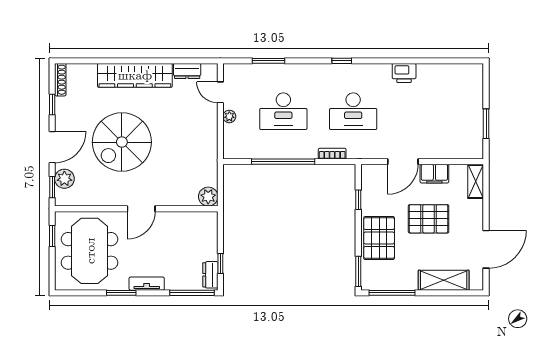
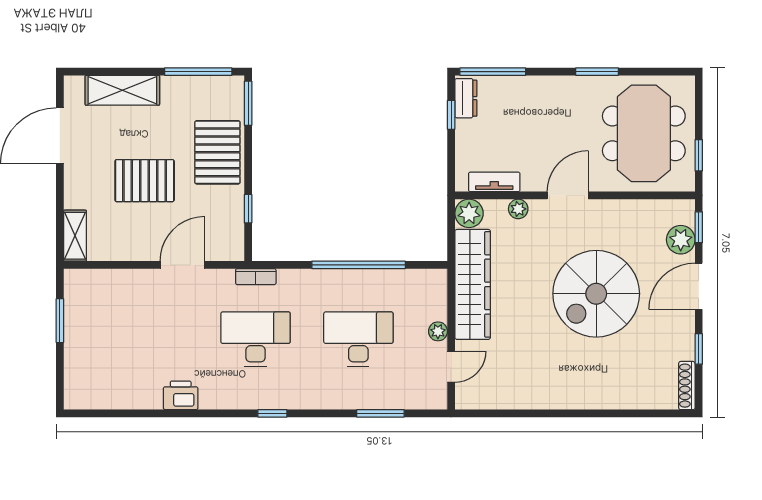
dresser: (187, 71) -> (500, 398), removed
wardrobe: (135, 75) -> (473, 284), moved, turned 90
door: (220, 92) -> (451, 367), hinge flipped
spiral stairs: (122, 142) -> (596, 294), turned 180
bookcase: (332, 154) -> (256, 277), moved
filing cabinet: (434, 174) -> (136, 247), removed
plant: (175, 200) -> (518, 209), added
tv unit: (147, 284) -> (494, 182), moved, turned 180

